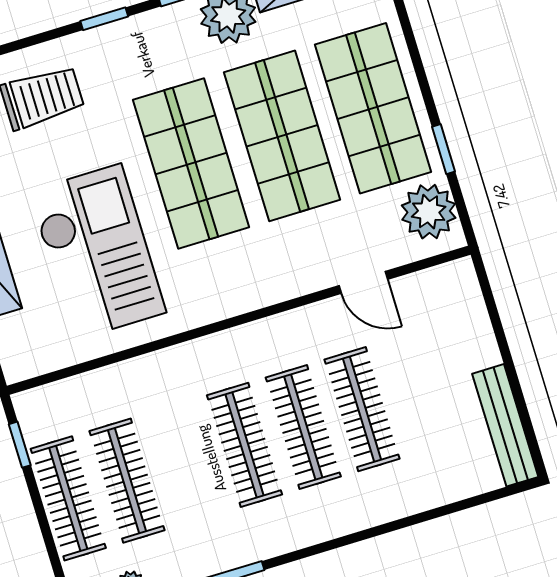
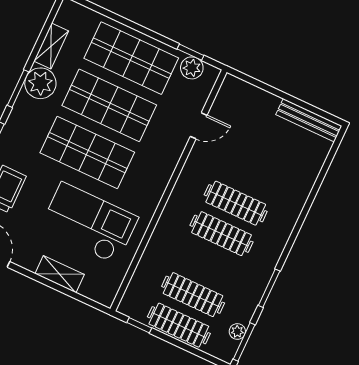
window: (444, 149) -> (191, 52), moved
plant: (429, 212) -> (192, 68), width x0.73, depth x0.73
clothes rail: (362, 409) -> (250, 173), removed

